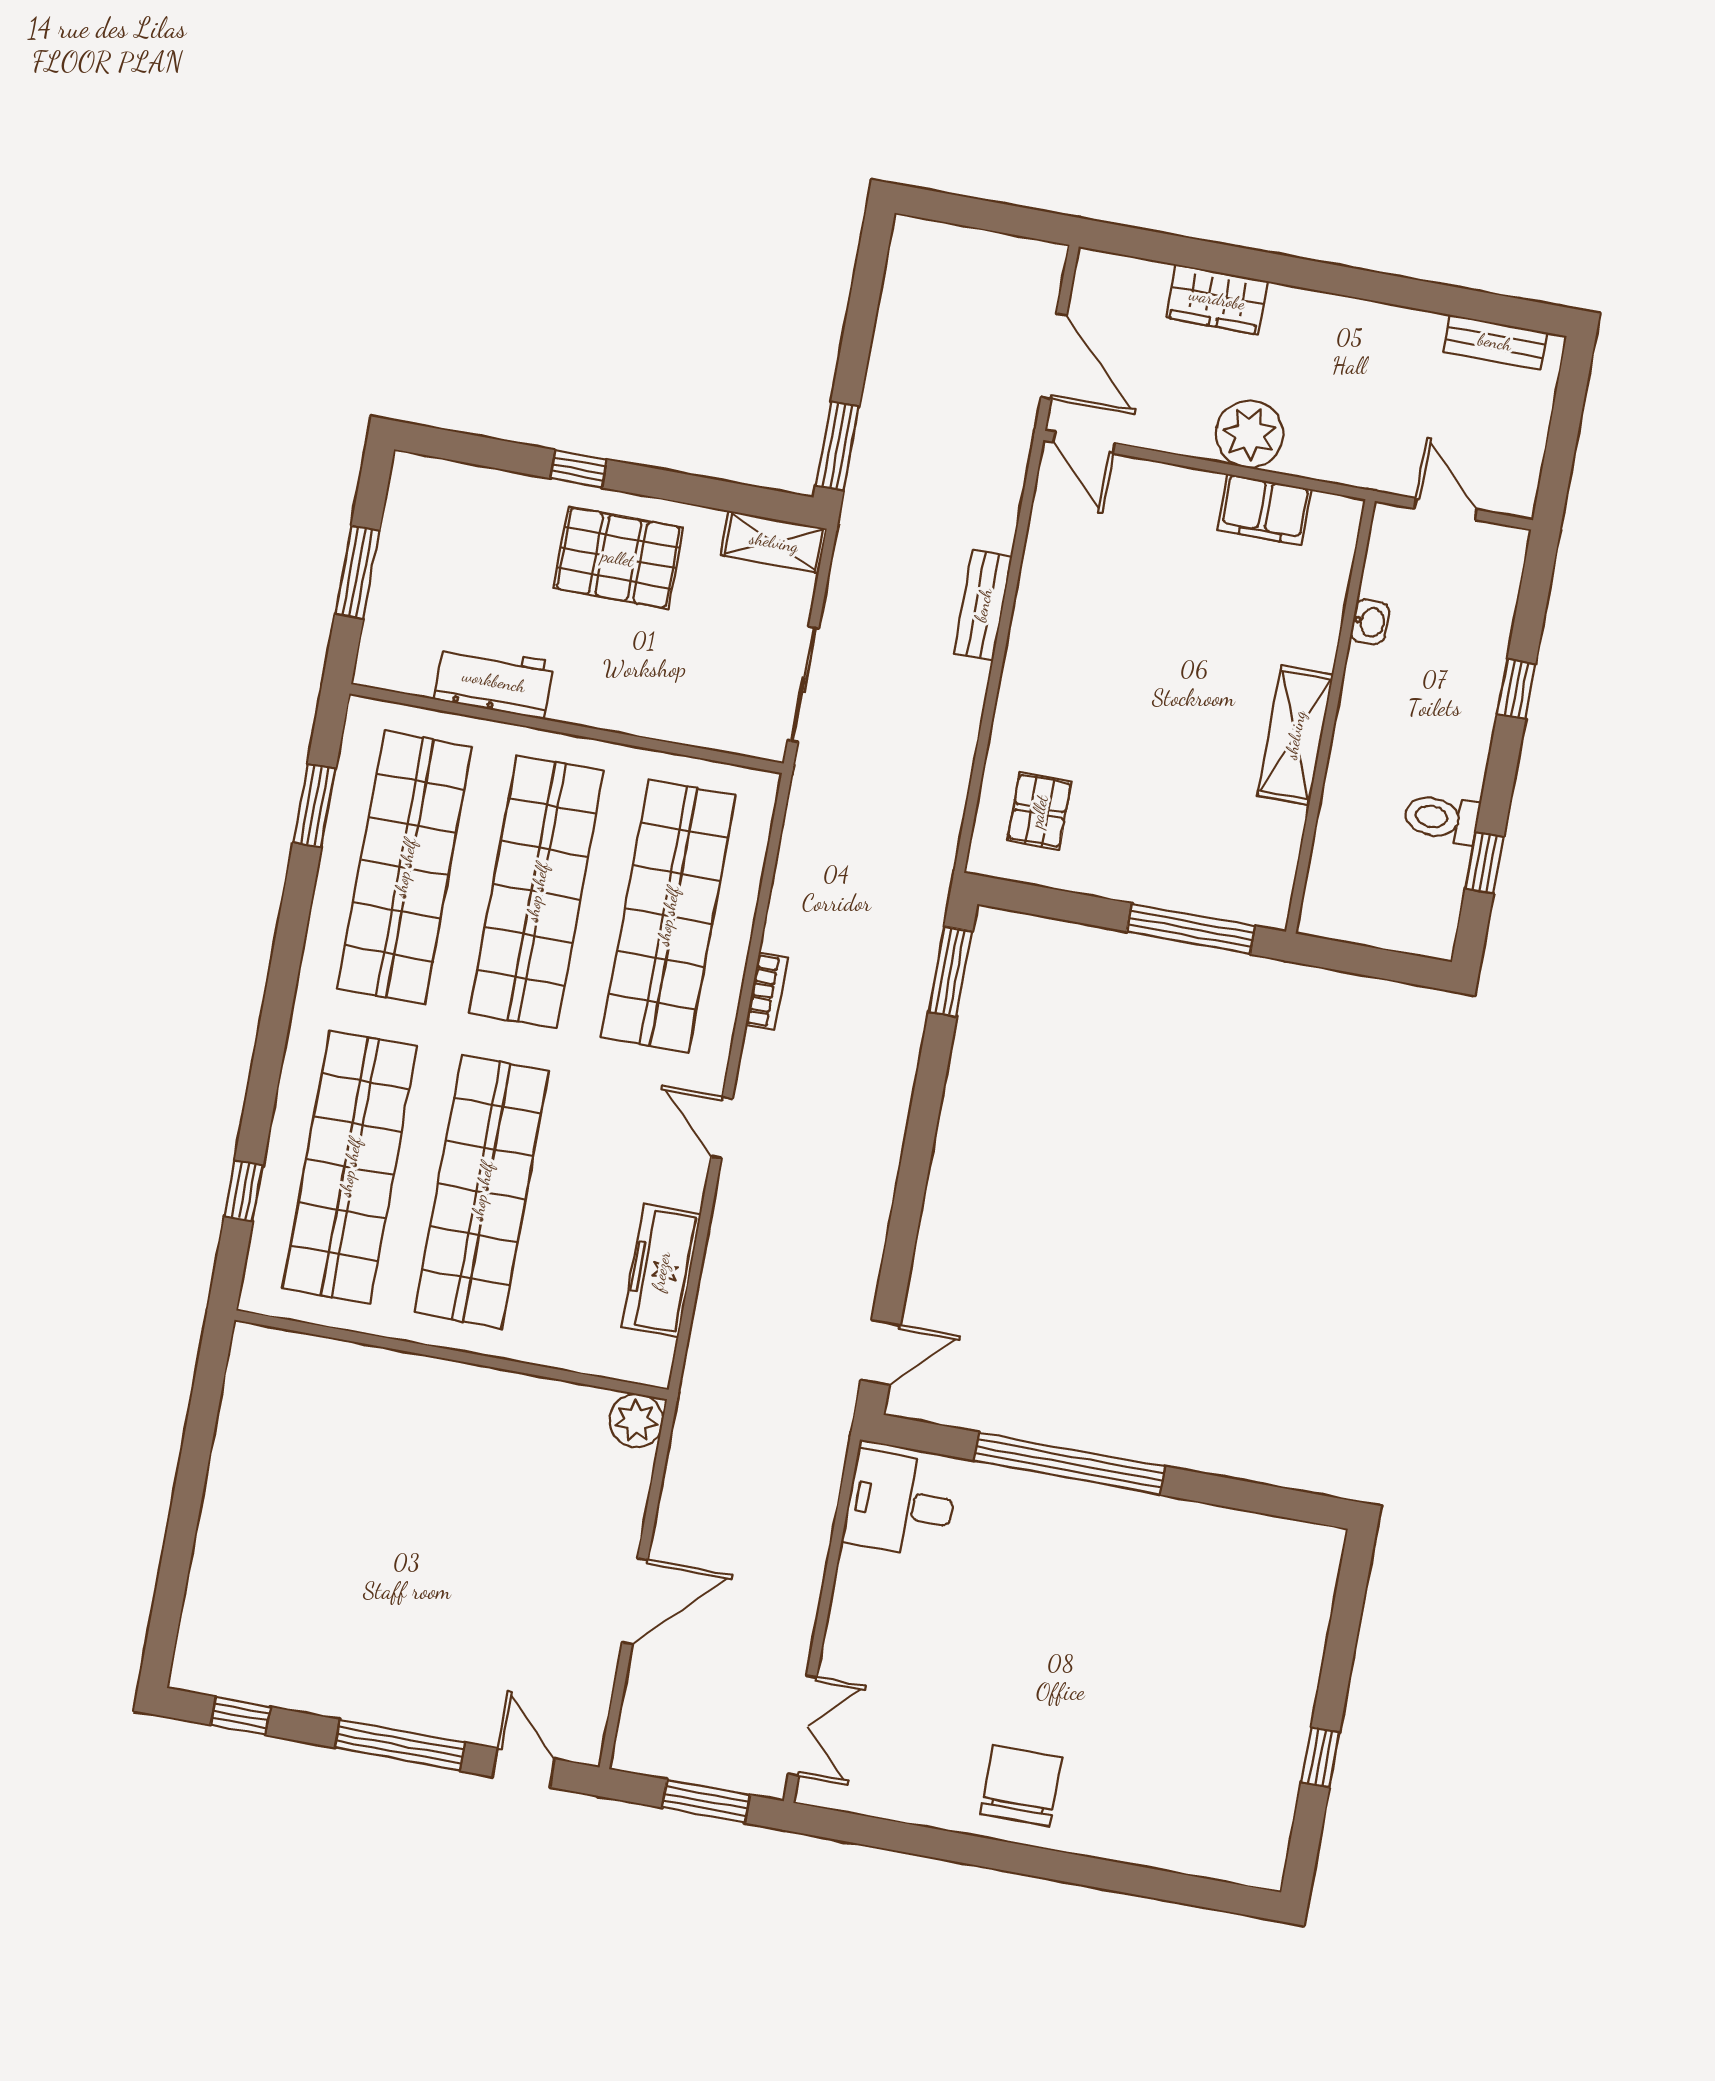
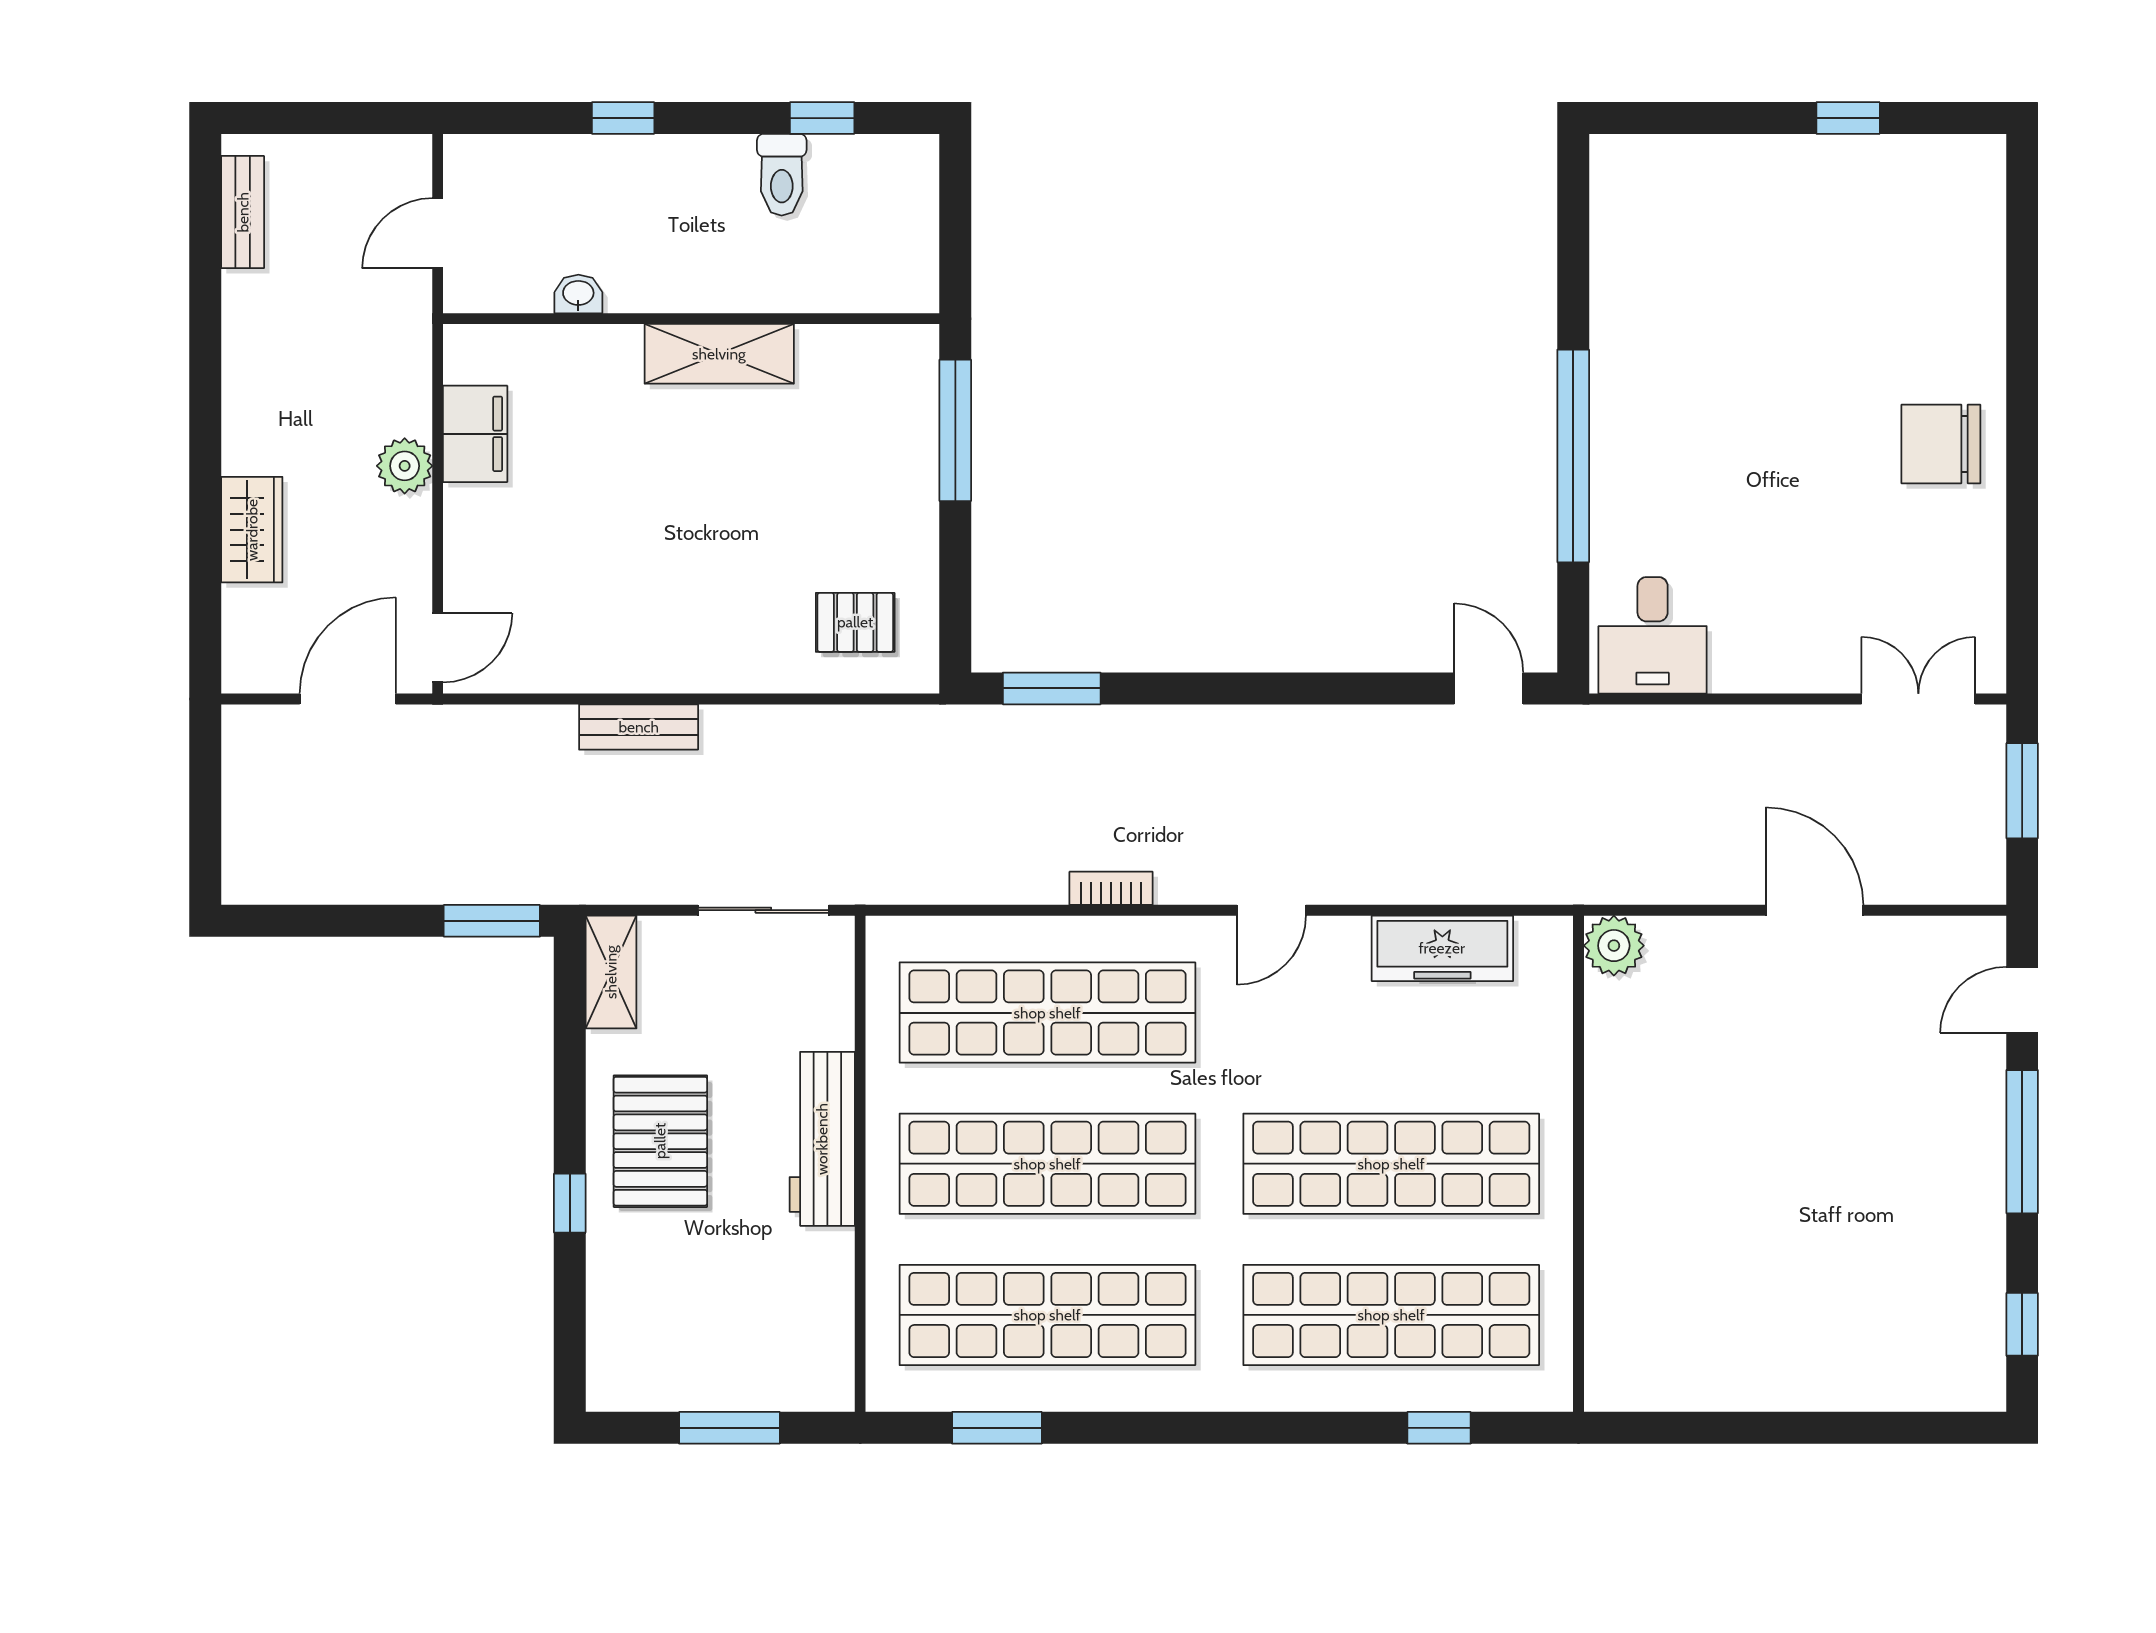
plant: (1250, 434) -> (405, 466), width x0.73, depth x0.73
workbench: (494, 681) -> (822, 1139), moved, width x1.37

